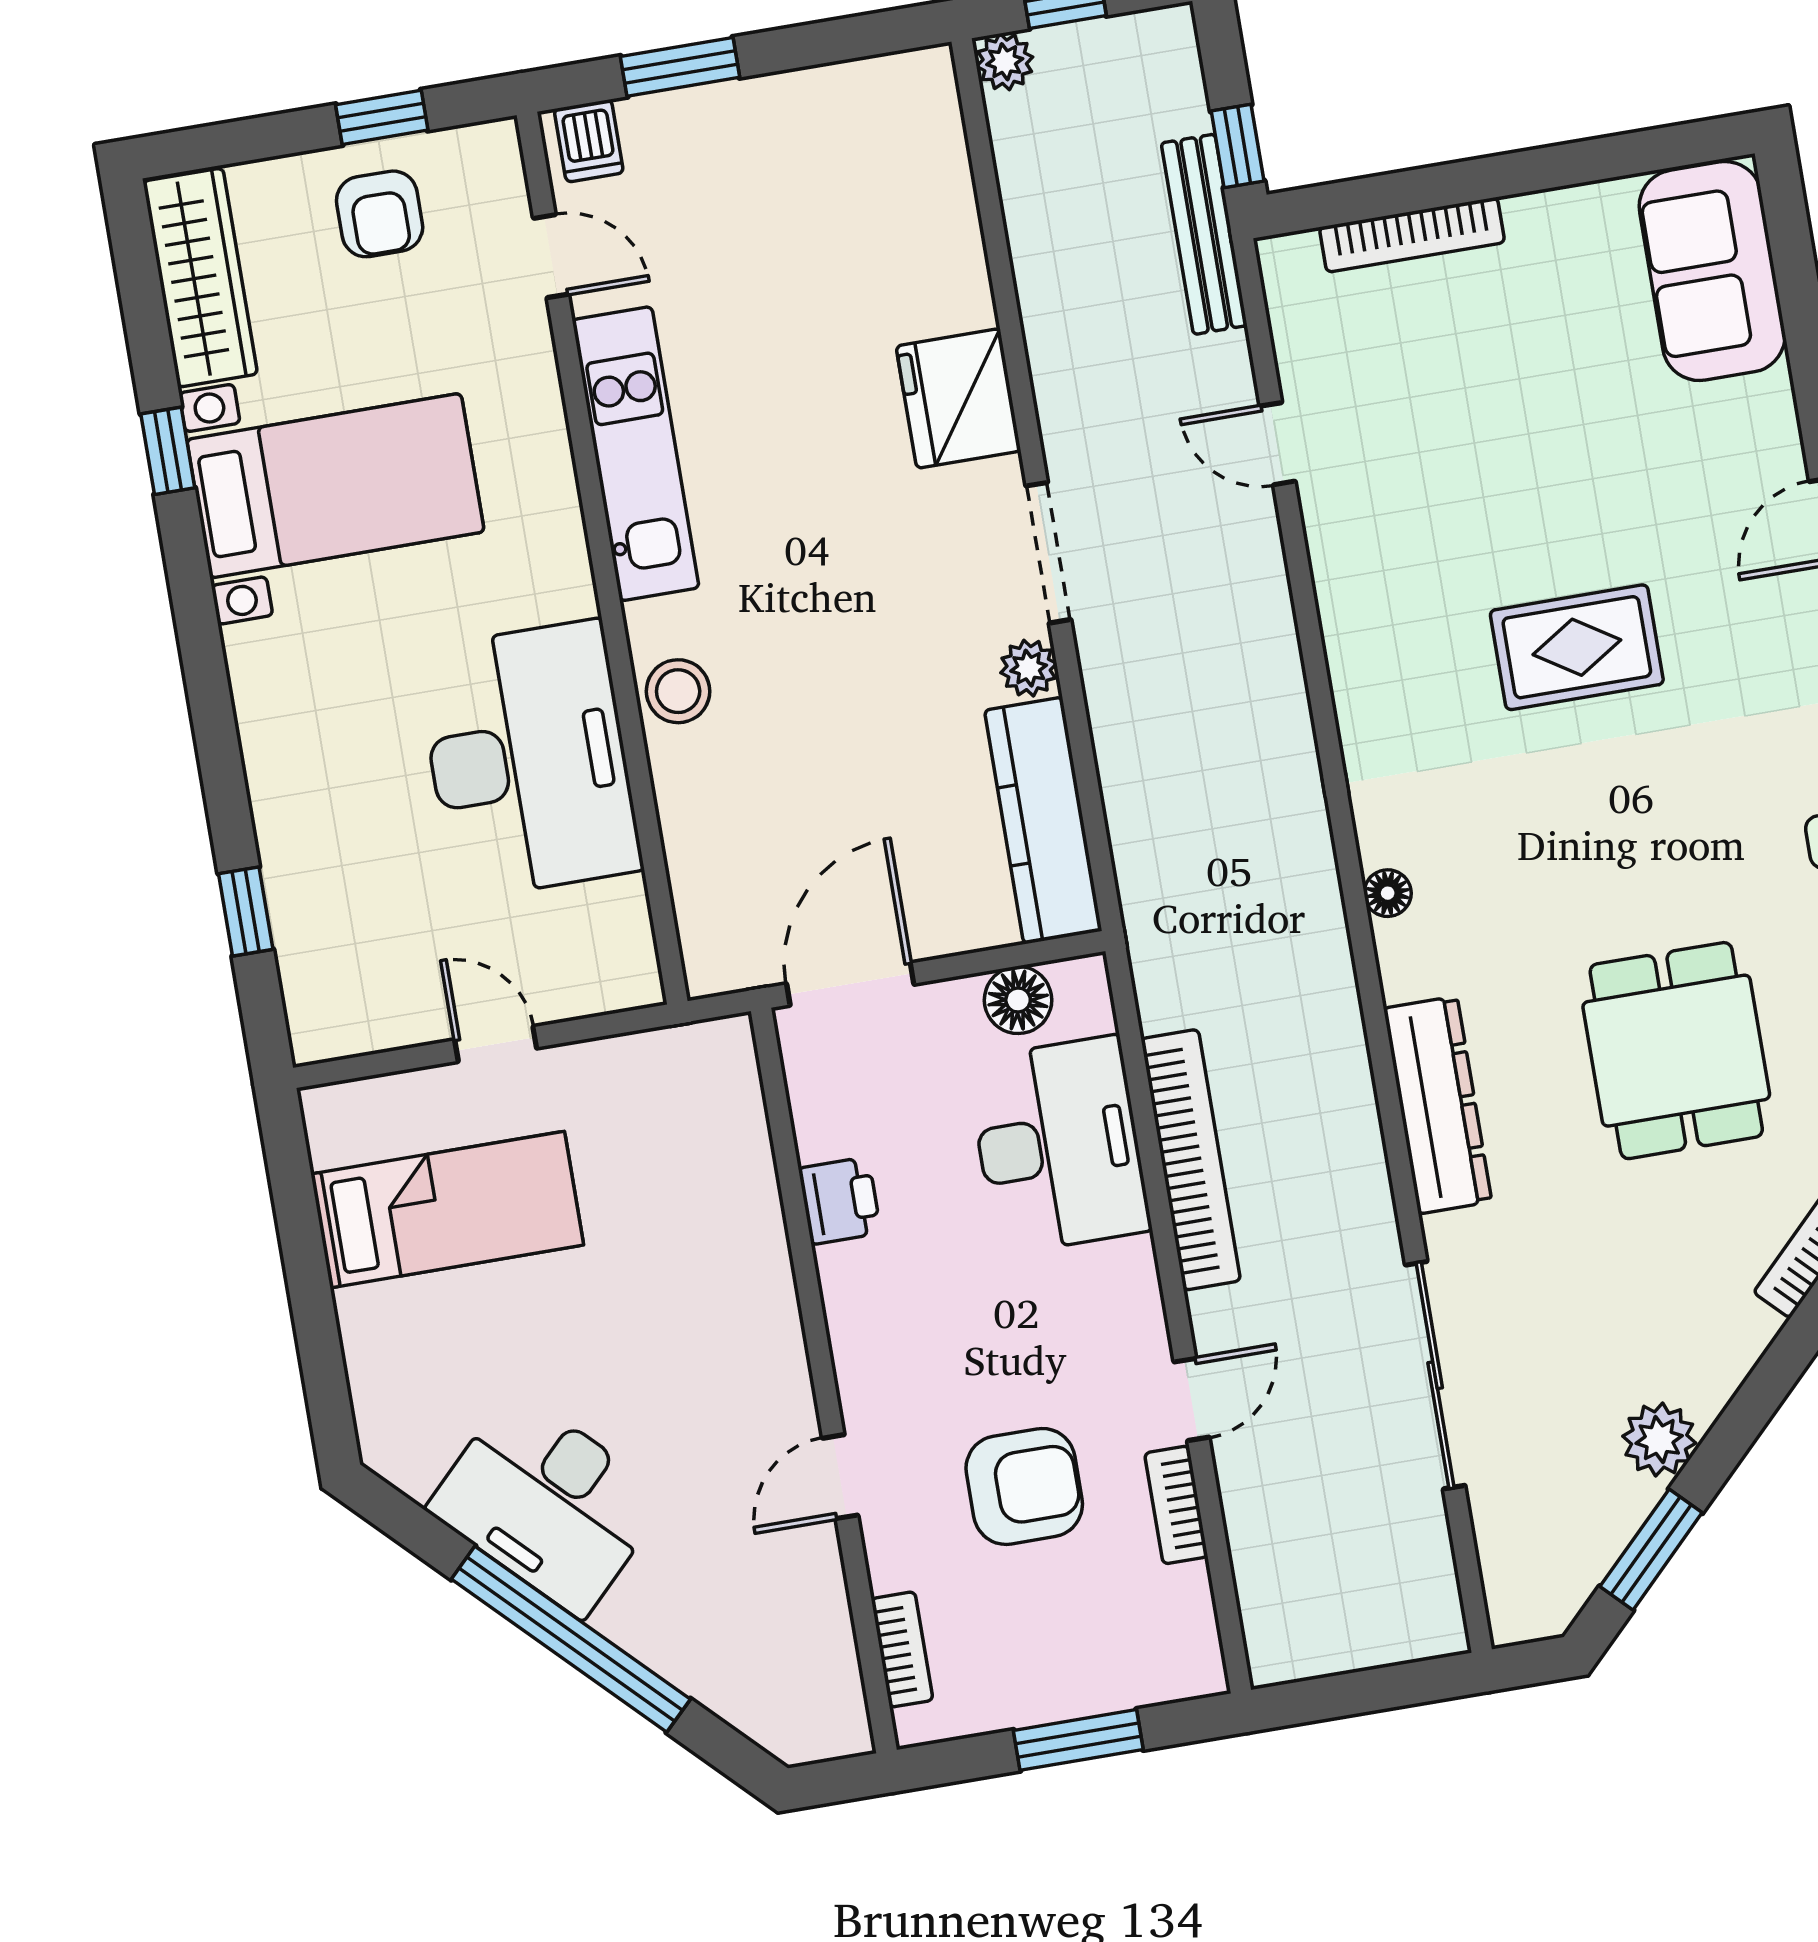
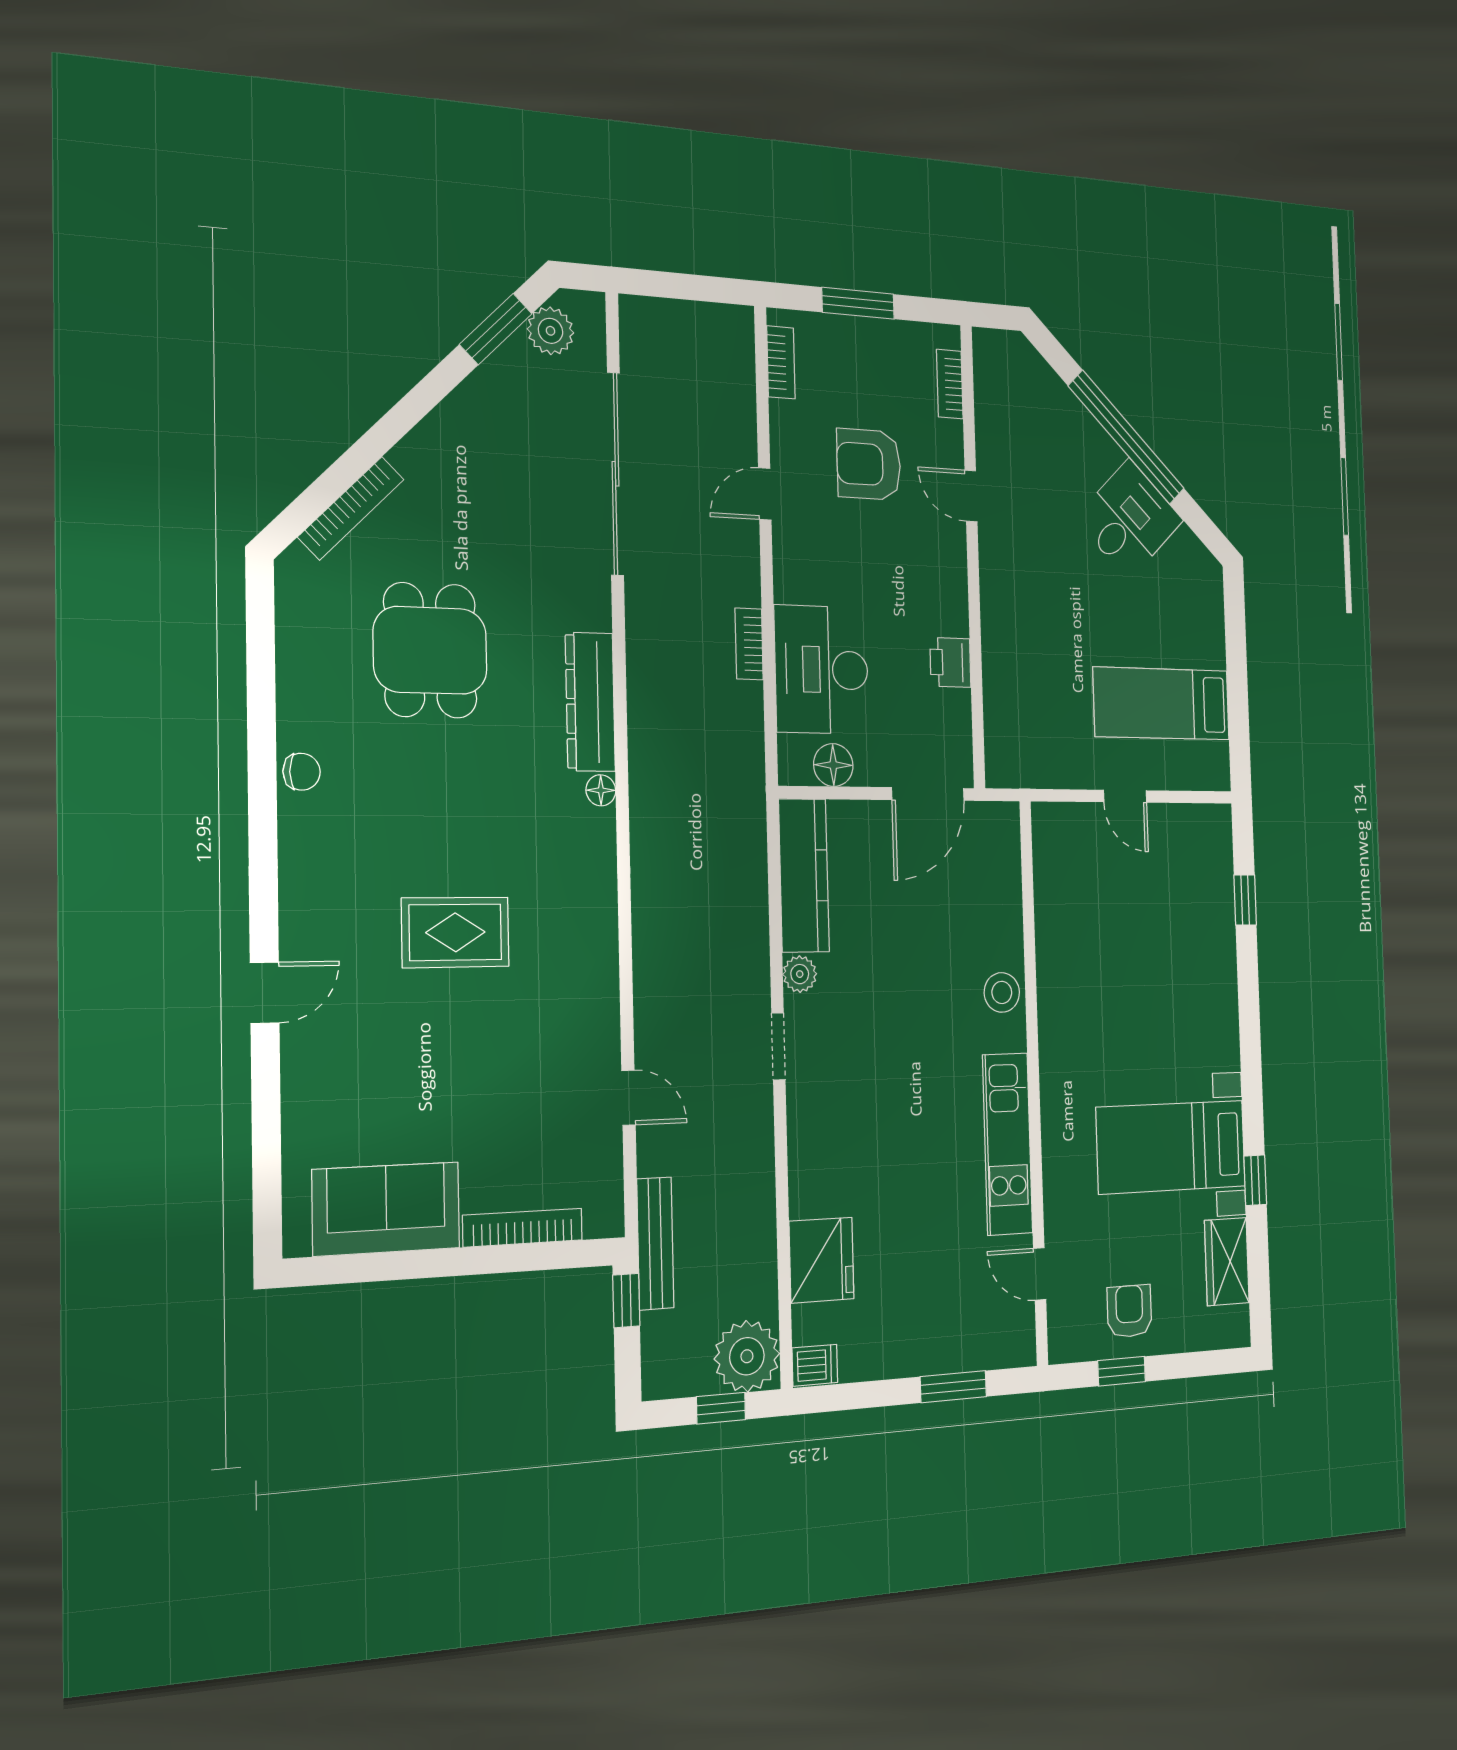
plant: (1005, 62) -> (747, 1356), width x1.88, depth x1.88
dishwasher: (589, 141) -> (815, 1365), moved, turned 90
sofa: (1712, 271) -> (386, 1209), moved, turned -90
wardrobe: (200, 278) -> (1227, 1262), width x0.67
fridge: (958, 398) -> (821, 1260), moved
doorway: (1048, 553) -> (778, 1046), width x0.73
desk: (528, 760) -> (1088, 964), removed
dresser: (1438, 1105) -> (590, 702), moved
bookcase: (1191, 1160) -> (749, 644), width x0.43, depth x0.76
sliding door: (1435, 1375) -> (615, 474), width x1.36
plant: (1659, 1440) -> (551, 331), moved
door: (840, 1477) -> (971, 496), swing flipped
desk: (548, 1503) -> (1129, 519), width x0.73
bookcase: (1176, 1505) -> (781, 362), moved

